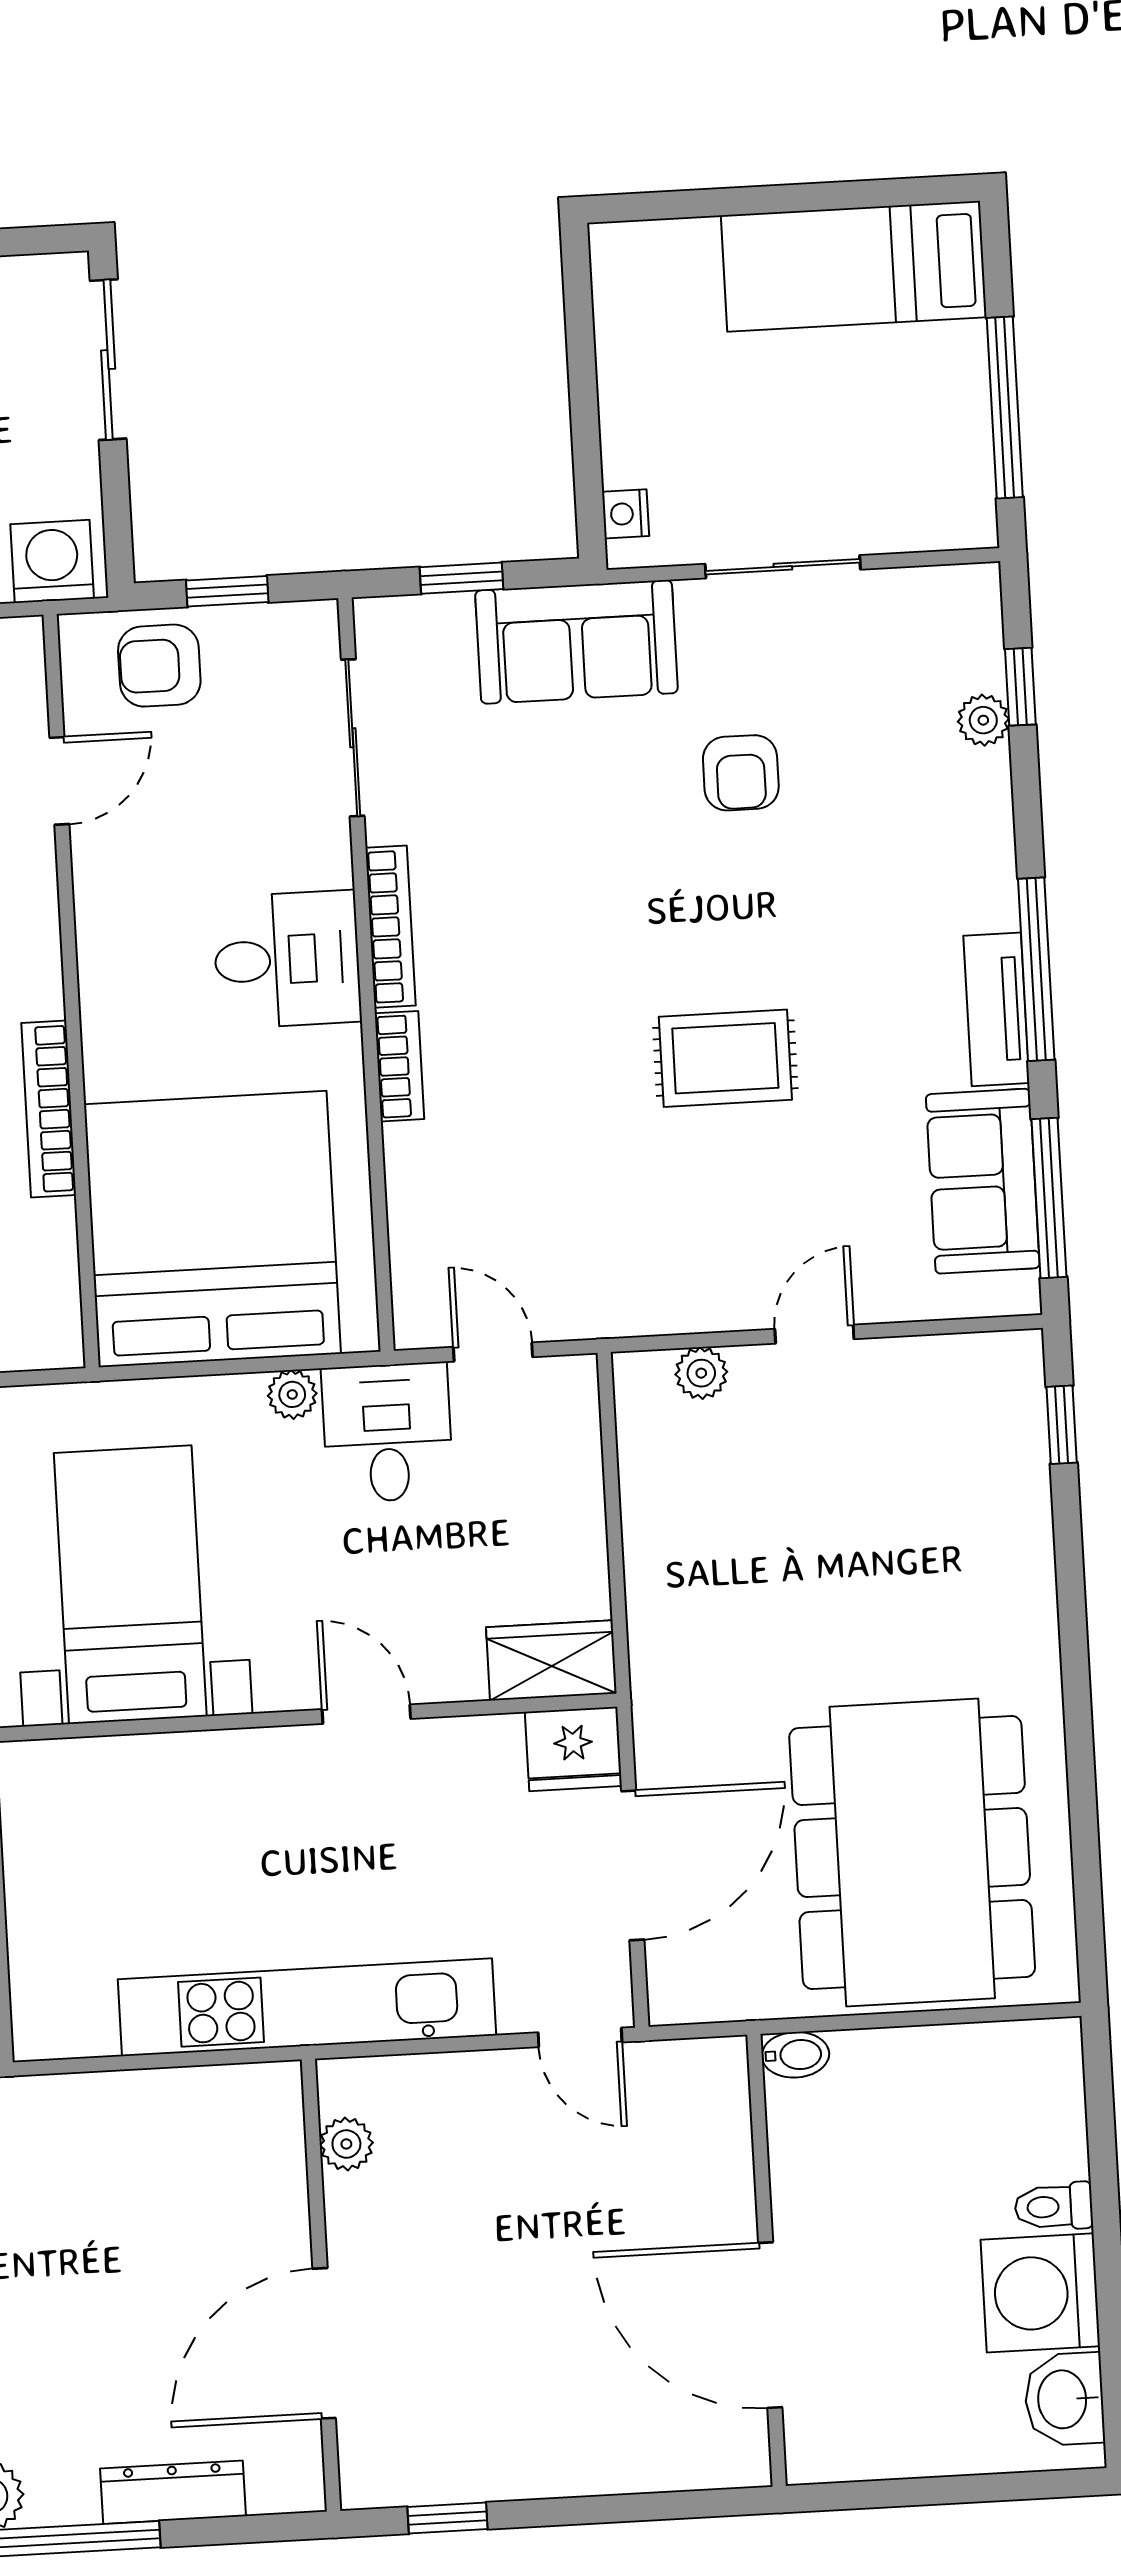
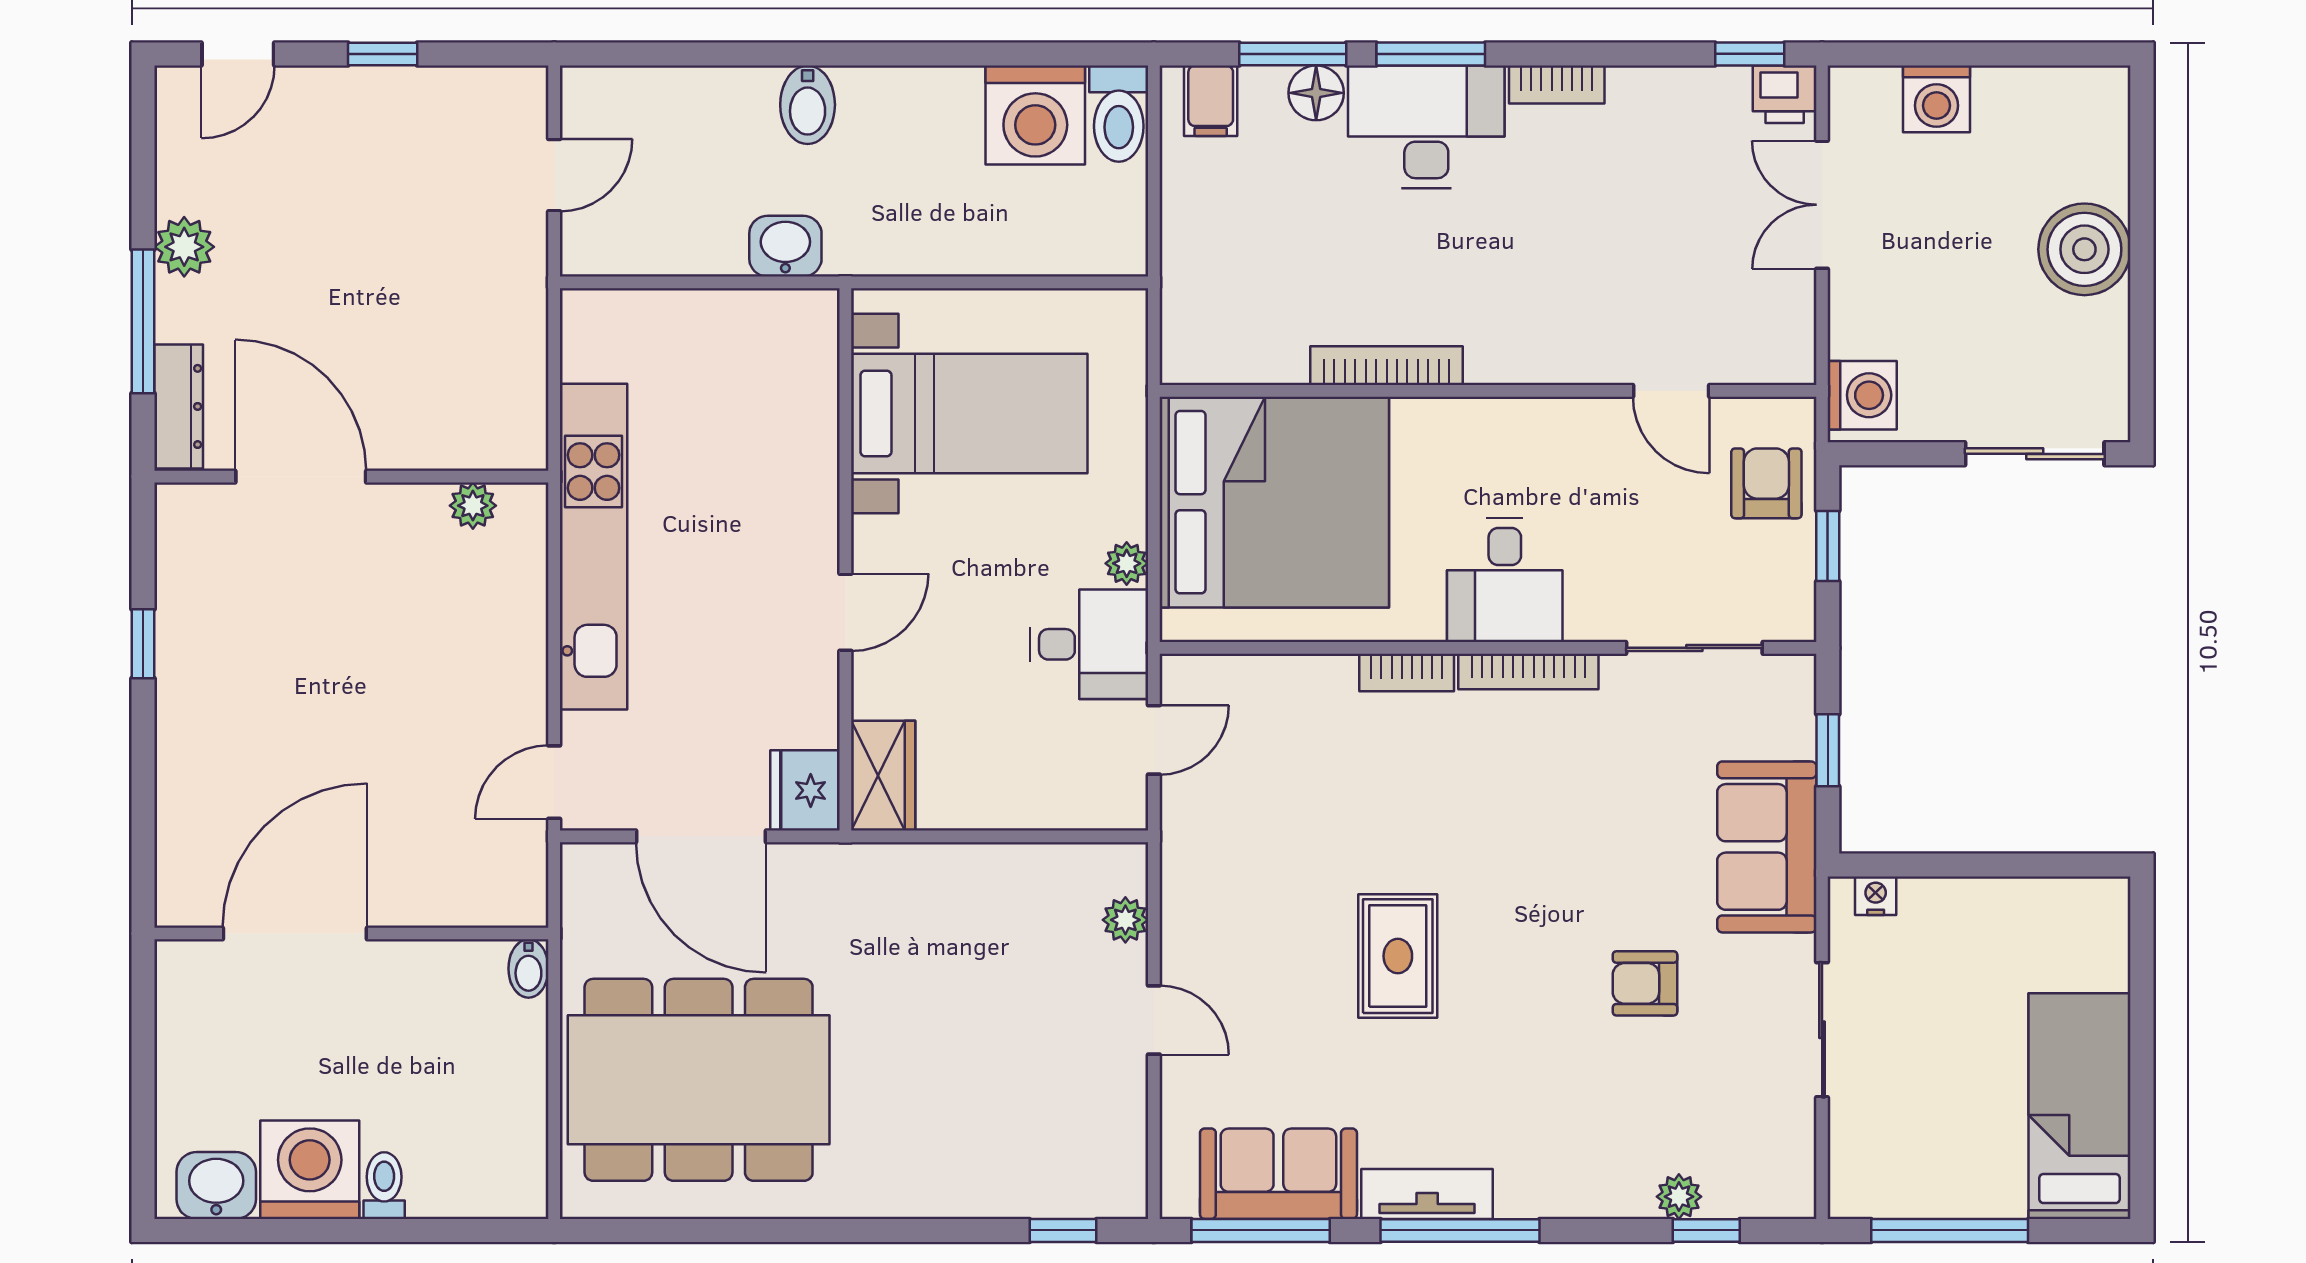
plant: (346, 2144) -> (473, 506), moved
wall: (321, 2285) -> (351, 477), moved
door: (324, 2343) -> (301, 477), moved

